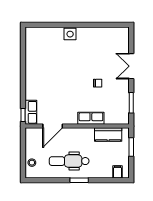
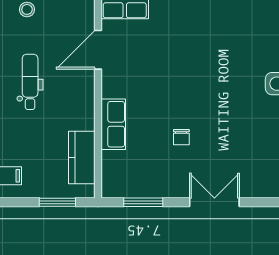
door: (53, 126) -> (98, 50), hinge flipped
dental chair: (69, 161) -> (30, 82), width x0.73, depth x0.72

